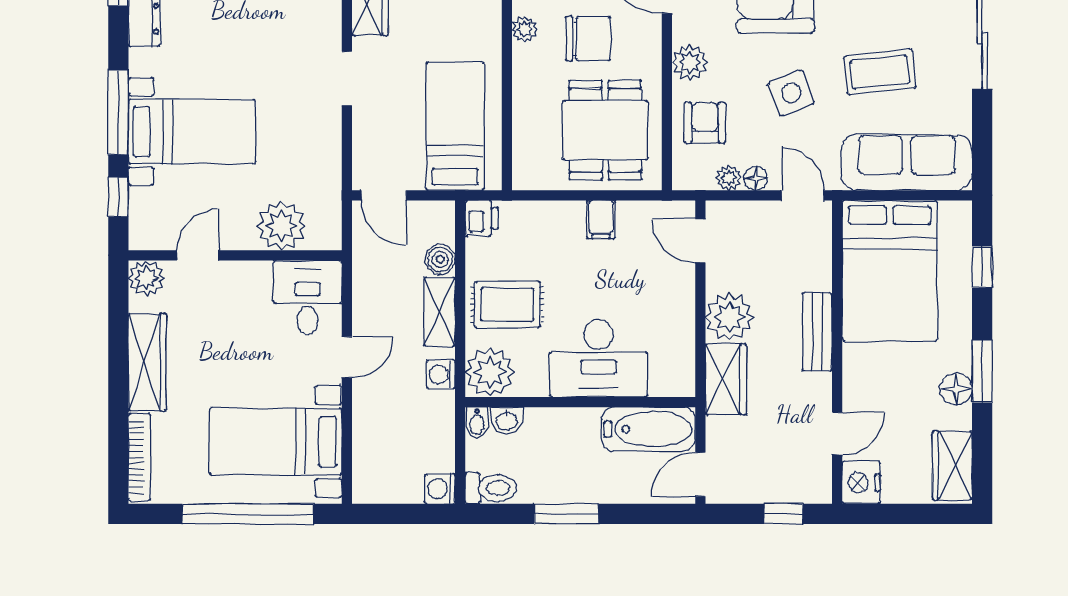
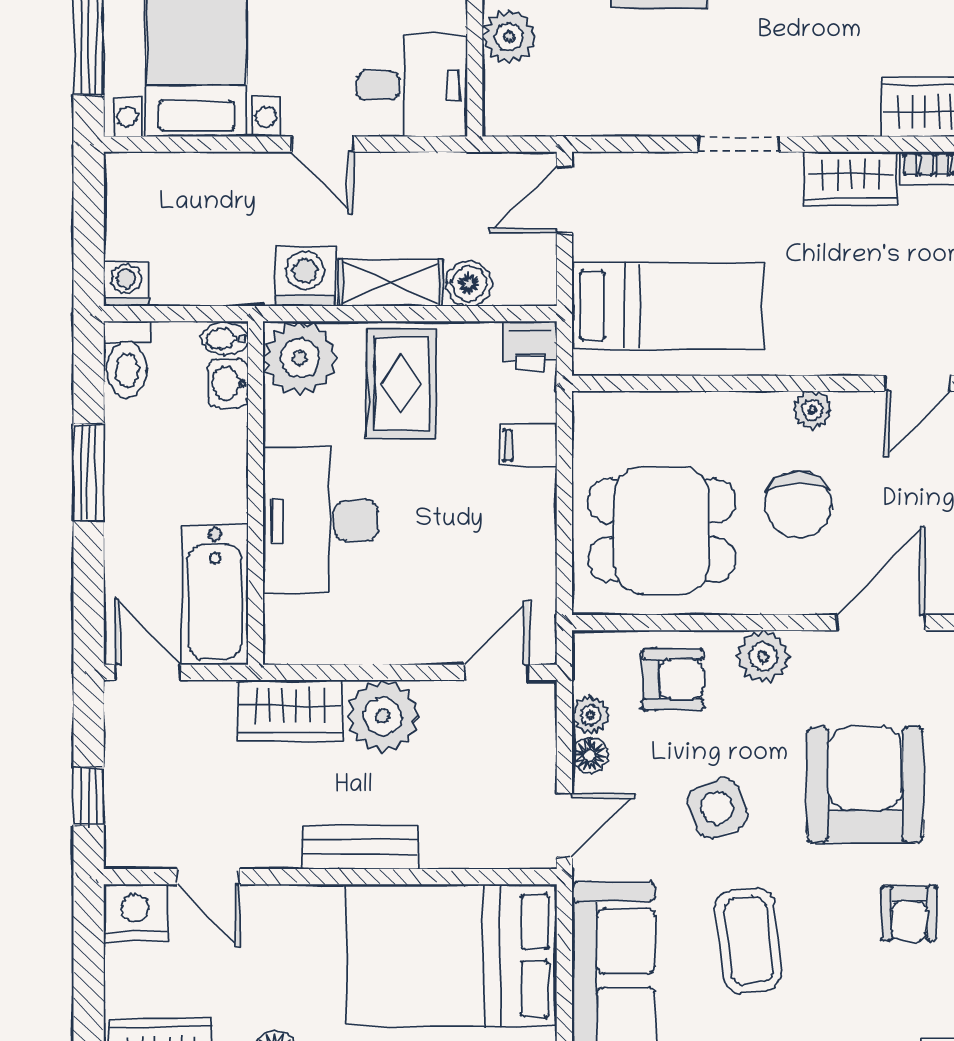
filing cabinet: (601, 220) -> (528, 445), moved
plant: (281, 226) -> (509, 37), width x0.73, depth x0.73
washing machine: (441, 374) -> (305, 276), width x1.38, depth x1.38

